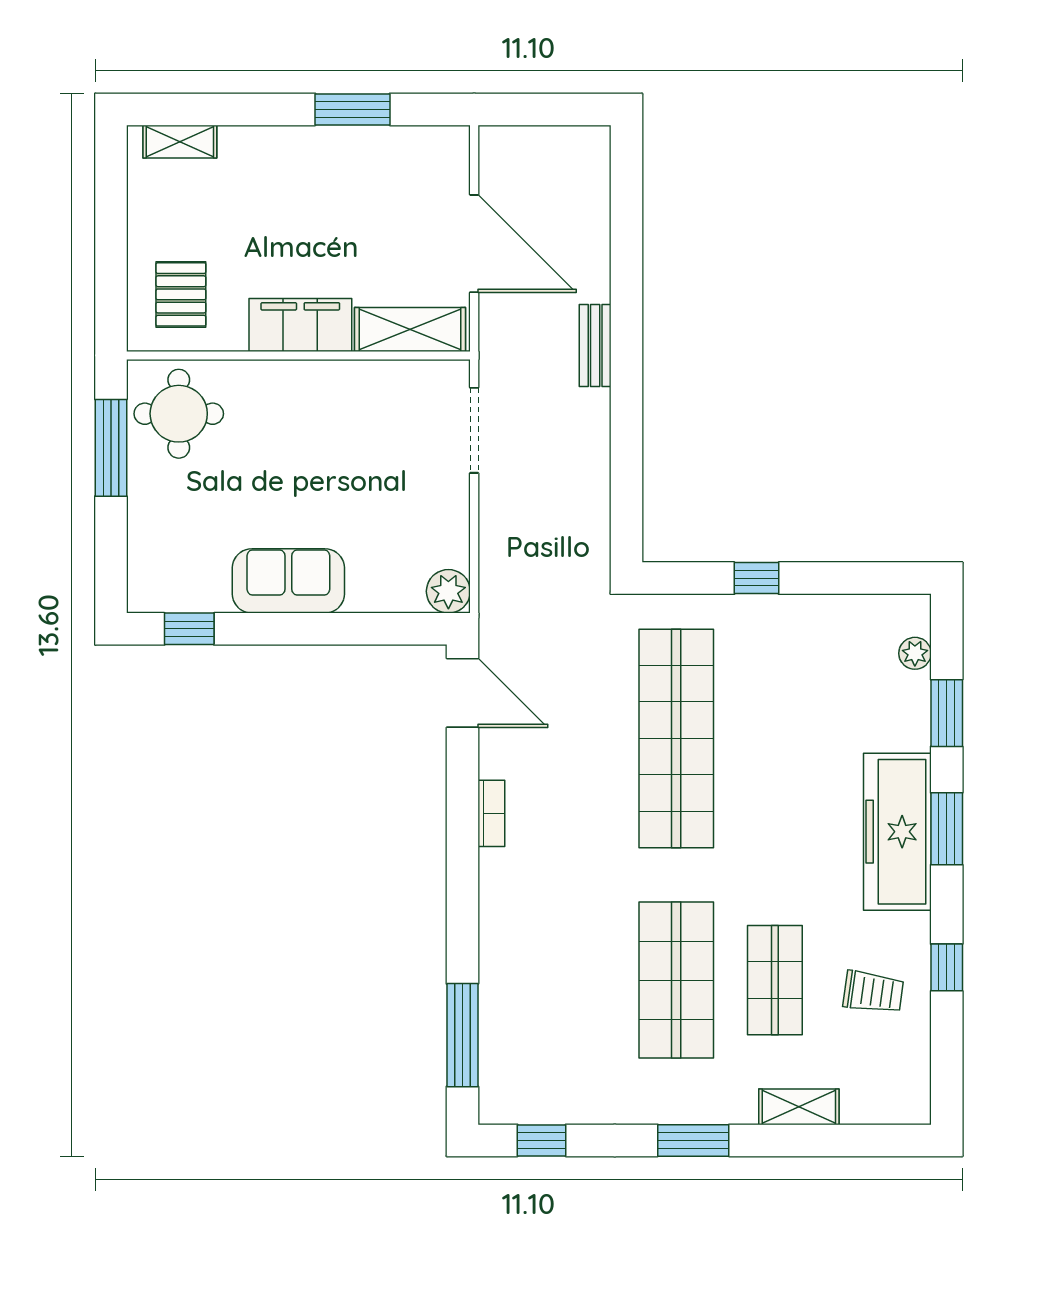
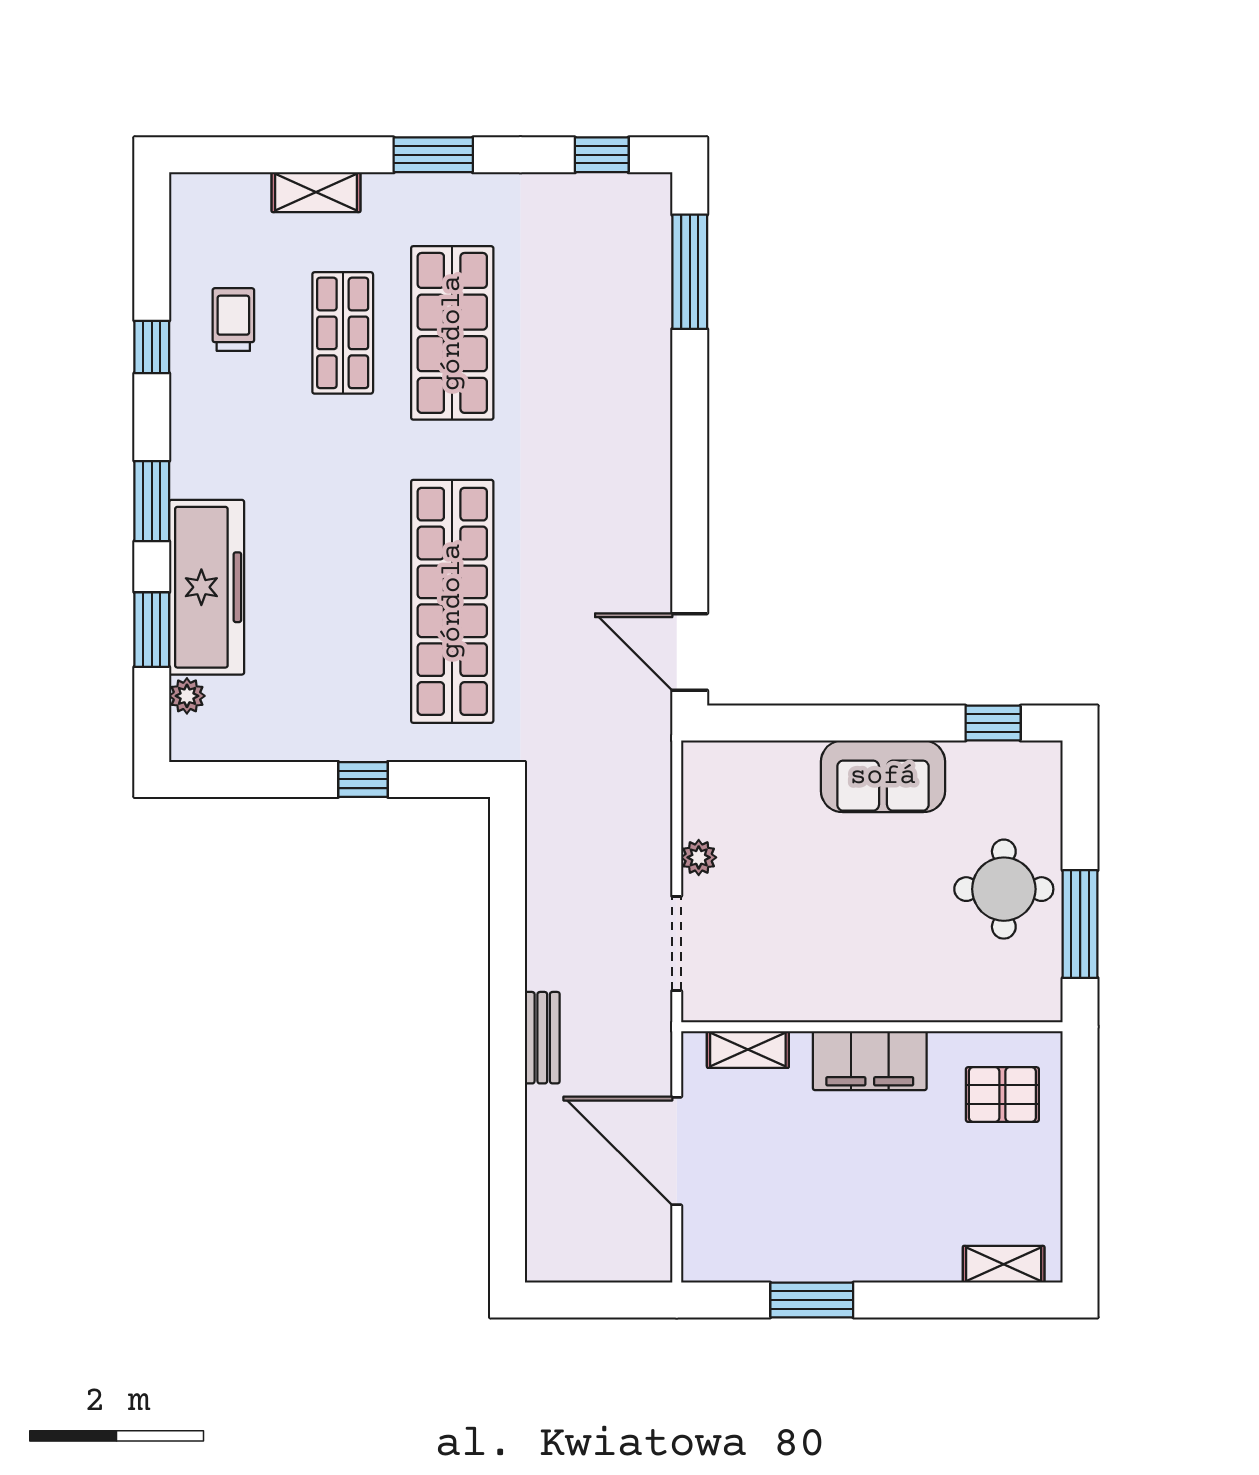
pallet: (181, 294) -> (1002, 1095), turned 90
shelving: (410, 329) -> (748, 1049), width x0.67, depth x0.75
round table: (179, 414) -> (1004, 889), moved
plant: (448, 591) -> (699, 857), moved, width x0.73, depth x0.73
bookcase: (491, 813) -> (658, 518), removed
freezer: (897, 832) -> (207, 587), moved
trolley: (873, 992) -> (233, 320), turned 82

